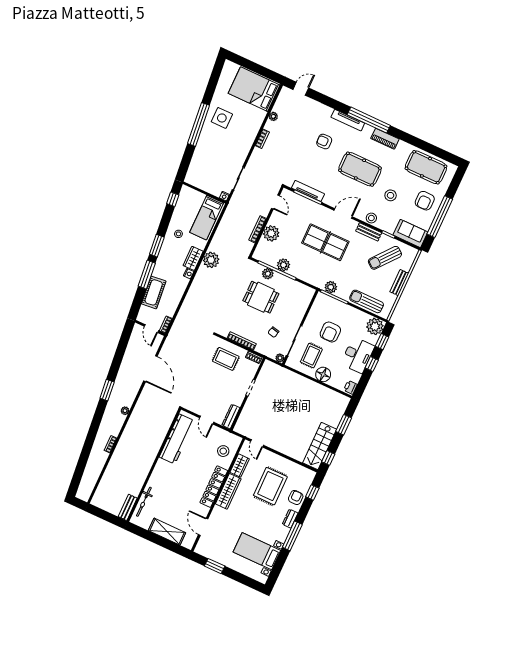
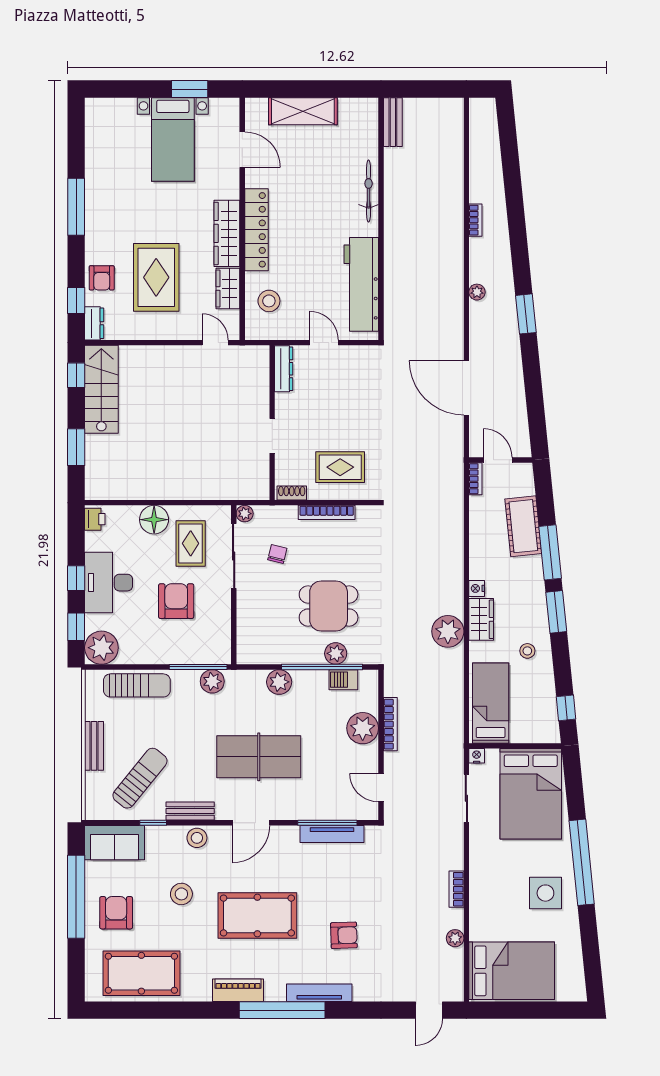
bed: (207, 167) -> (531, 794), added
barbecue: (270, 260) -> (343, 680), added
plant: (283, 265) -> (279, 682), moved
bicycle: (144, 502) -> (369, 191), moved
dresser: (290, 519) -> (94, 323), moved
bed with nightstands: (257, 551) -> (173, 139), moved, turned 90

